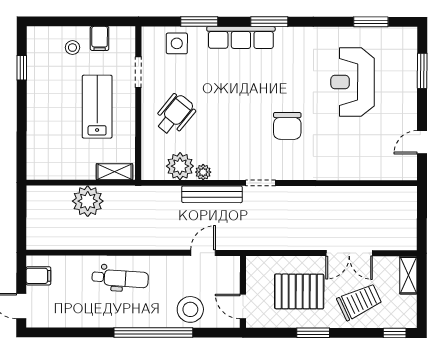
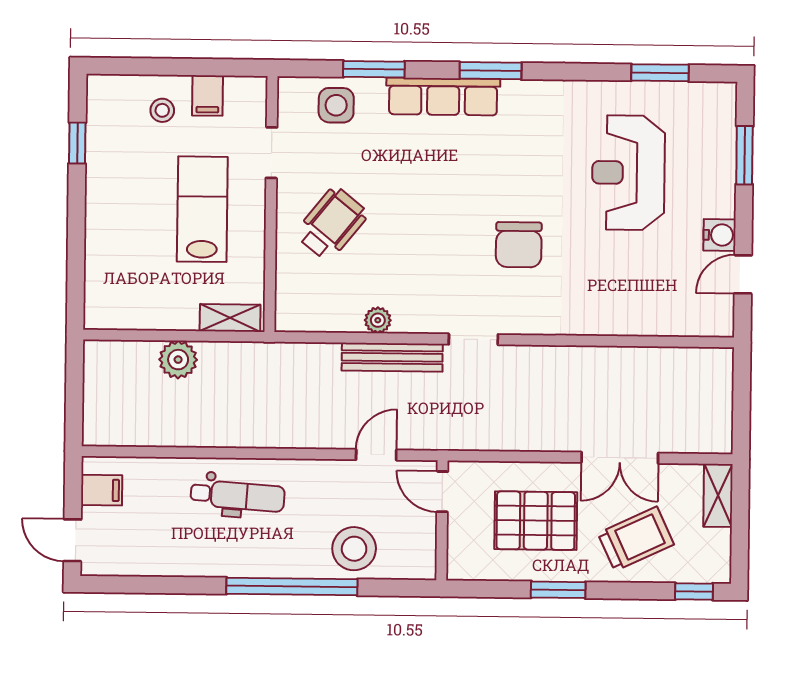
water cooler: (408, 119) -> (719, 235), added
plant: (180, 166) -> (339, 310), removed
plant: (88, 201) -> (178, 360), width x0.73, depth x0.73
door: (243, 306) -> (442, 492), moved

